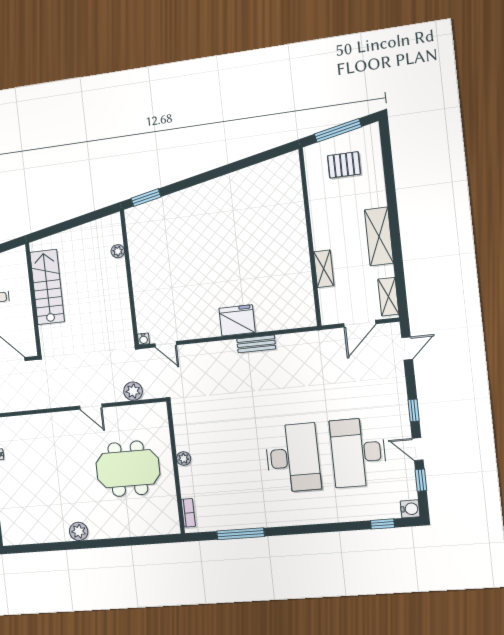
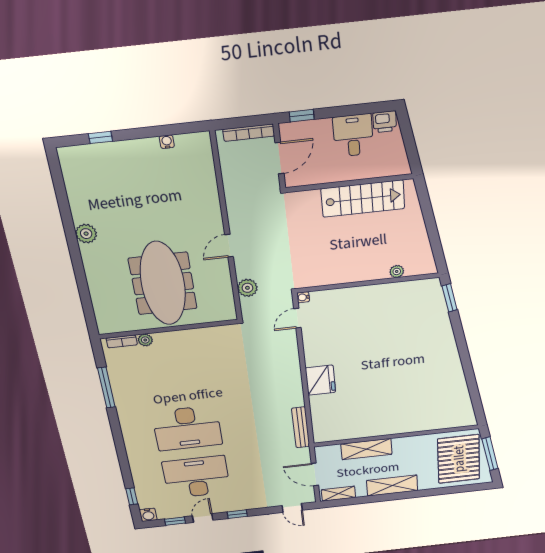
pallet: (344, 165) -> (459, 459), width x2.05, depth x2.00
shelving: (324, 269) -> (366, 449), width x1.50, depth x1.33
bench: (256, 344) -> (301, 427), moved, width x1.36
plant: (184, 459) -> (145, 340), moved
meeting table: (128, 469) -> (163, 284), width x1.36

